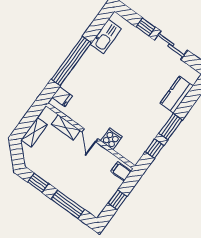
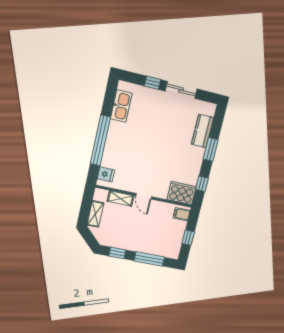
window: (170, 127) -> (211, 149), moved
cooker: (111, 139) -> (182, 193), moved, width x1.87, depth x1.31

